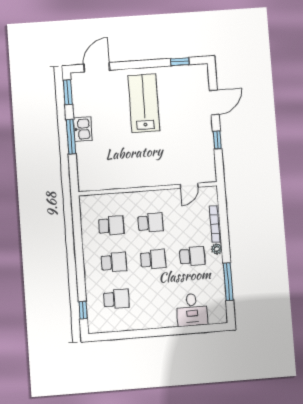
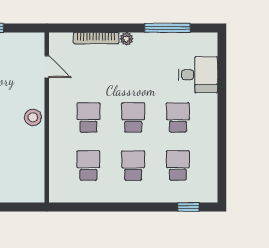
stool: (147, 177) -> (33, 117), added
school desk: (192, 256) -> (178, 117), moved

